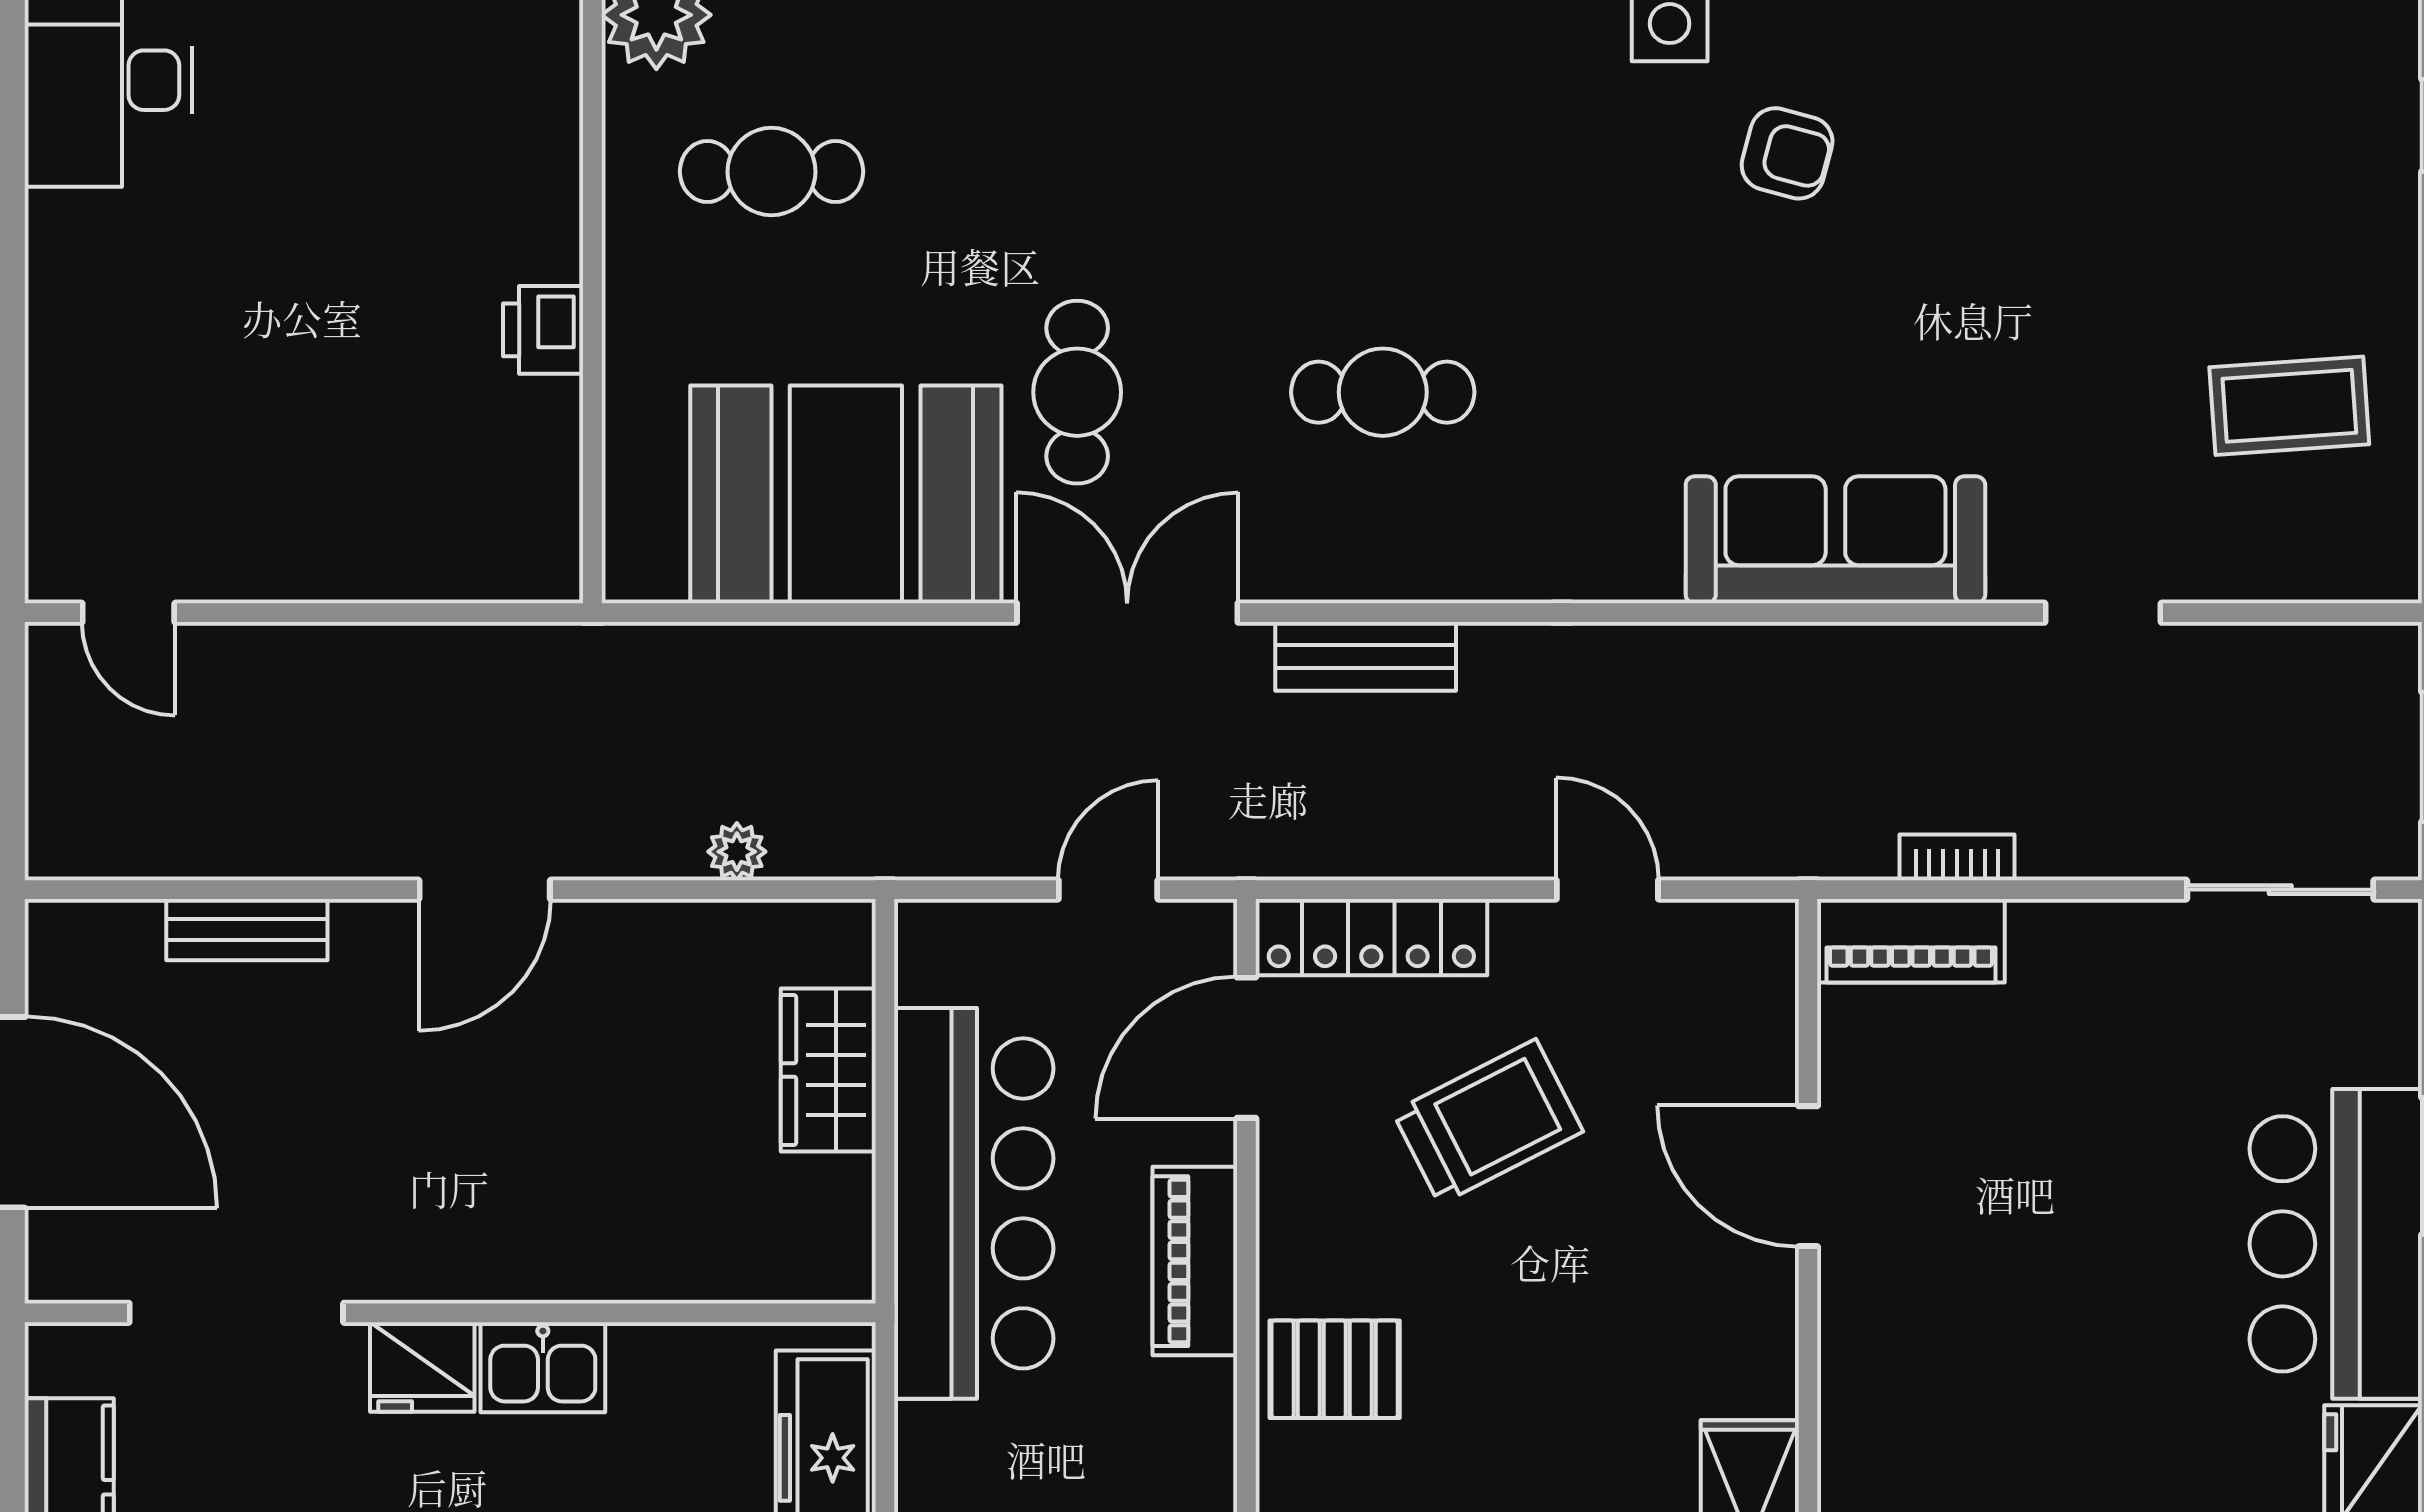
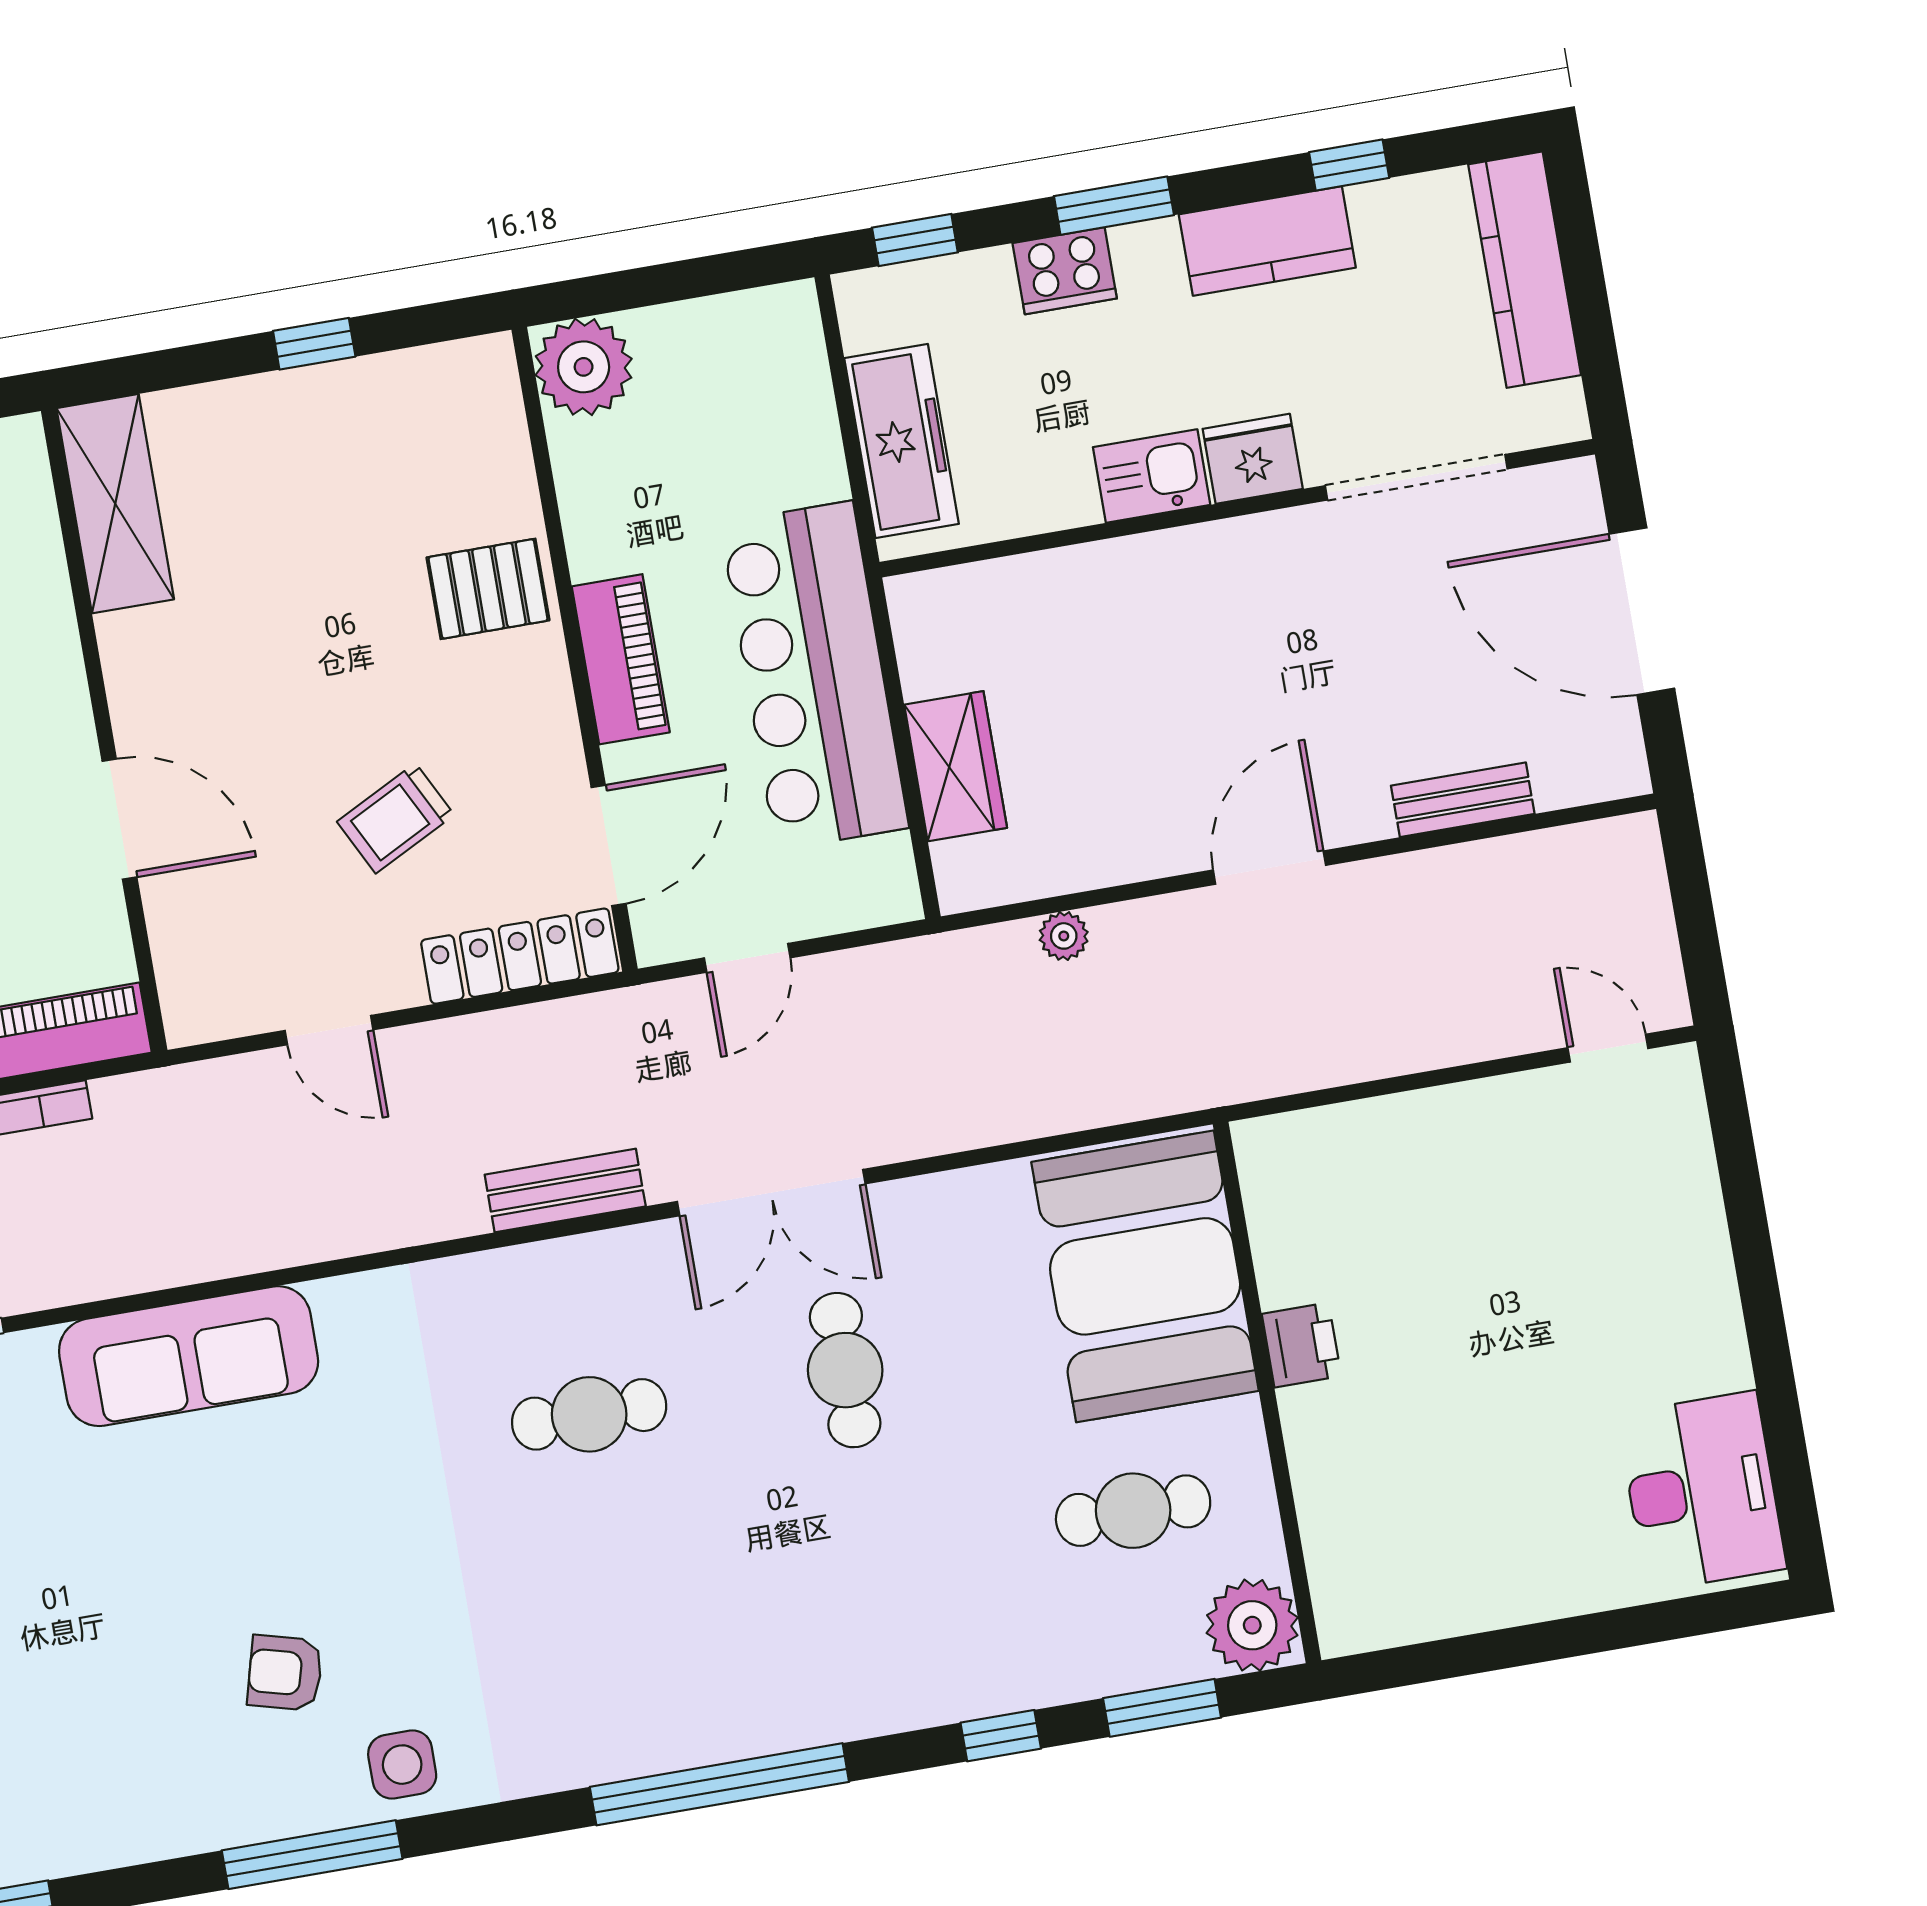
booth: (846, 494) -> (1145, 1276), moved, turned 90
trolley: (1488, 1122) -> (396, 818), width x0.73, depth x0.72

